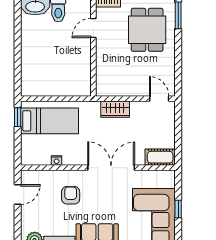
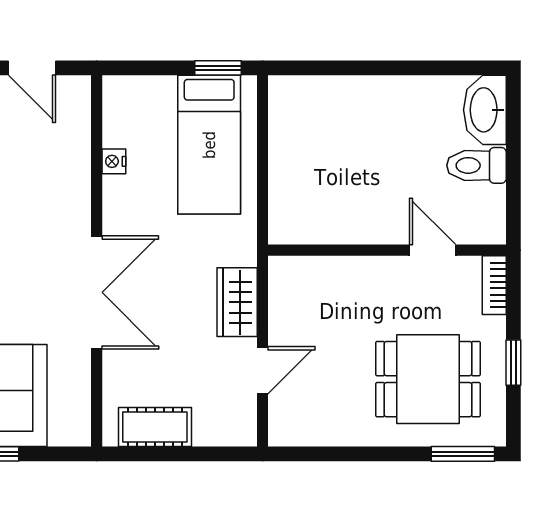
door: (159, 99) -> (263, 370), moved
cot: (160, 157) -> (155, 427), moved, turned 90
armchair: (71, 195) -> (30, 195), removed

